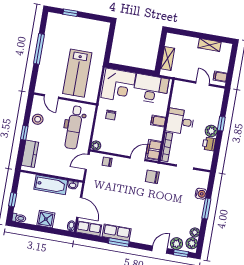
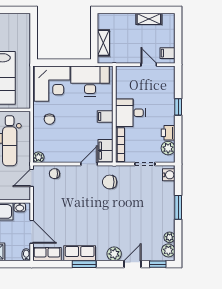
plant: (211, 131) -> (168, 148), moved
water cooler: (201, 194) -> (169, 175), moved
plant: (177, 244) -> (114, 254), moved

